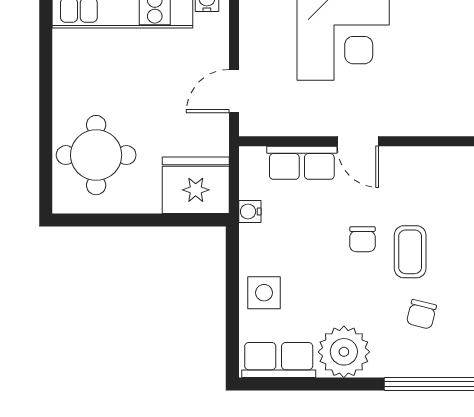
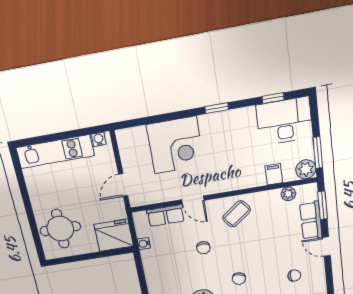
coffee table: (410, 252) -> (237, 214), moved, turned 53
side table: (264, 293) -> (158, 281), removed

